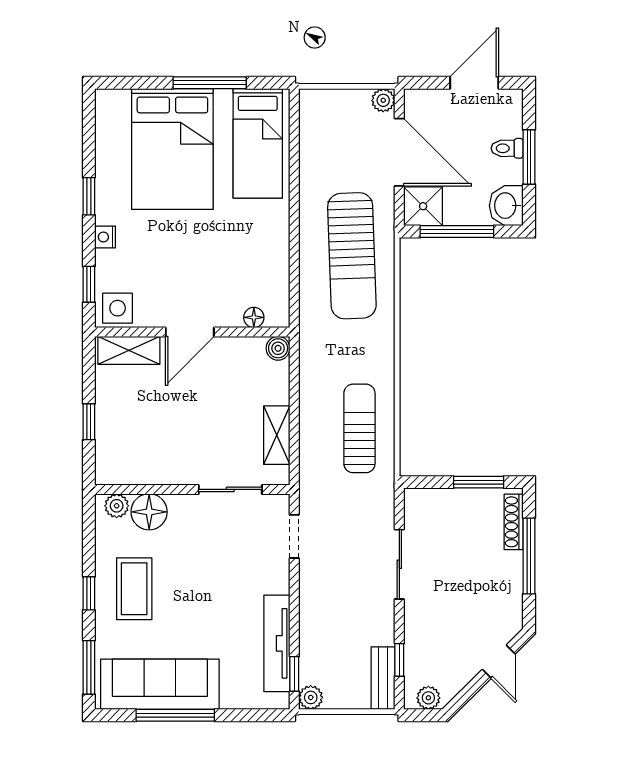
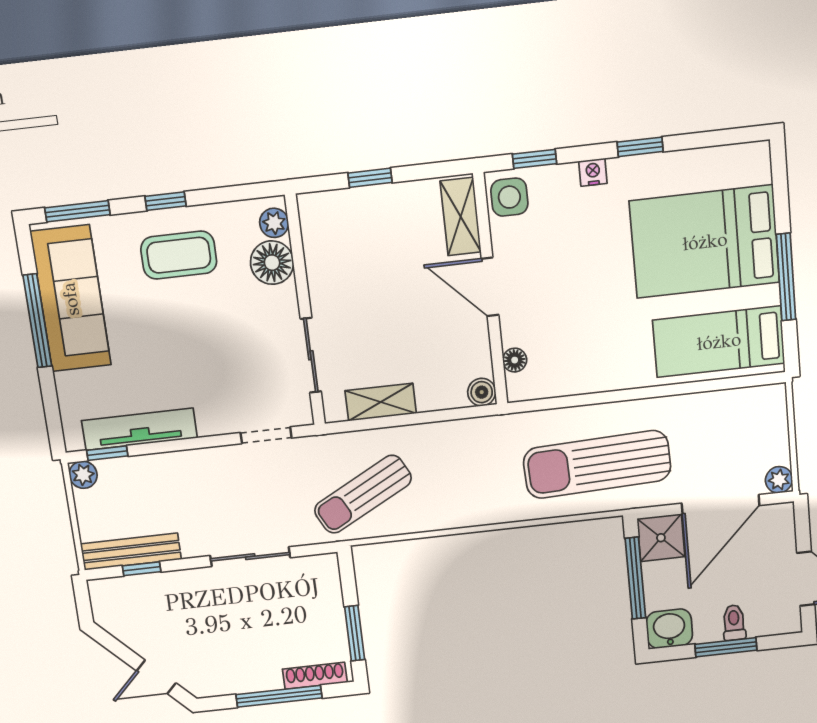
sun lounger: (359, 428) -> (363, 494), moved, turned 152
bench: (383, 678) -> (131, 552), width x1.36
plant: (428, 698) -> (104, 605), removed

